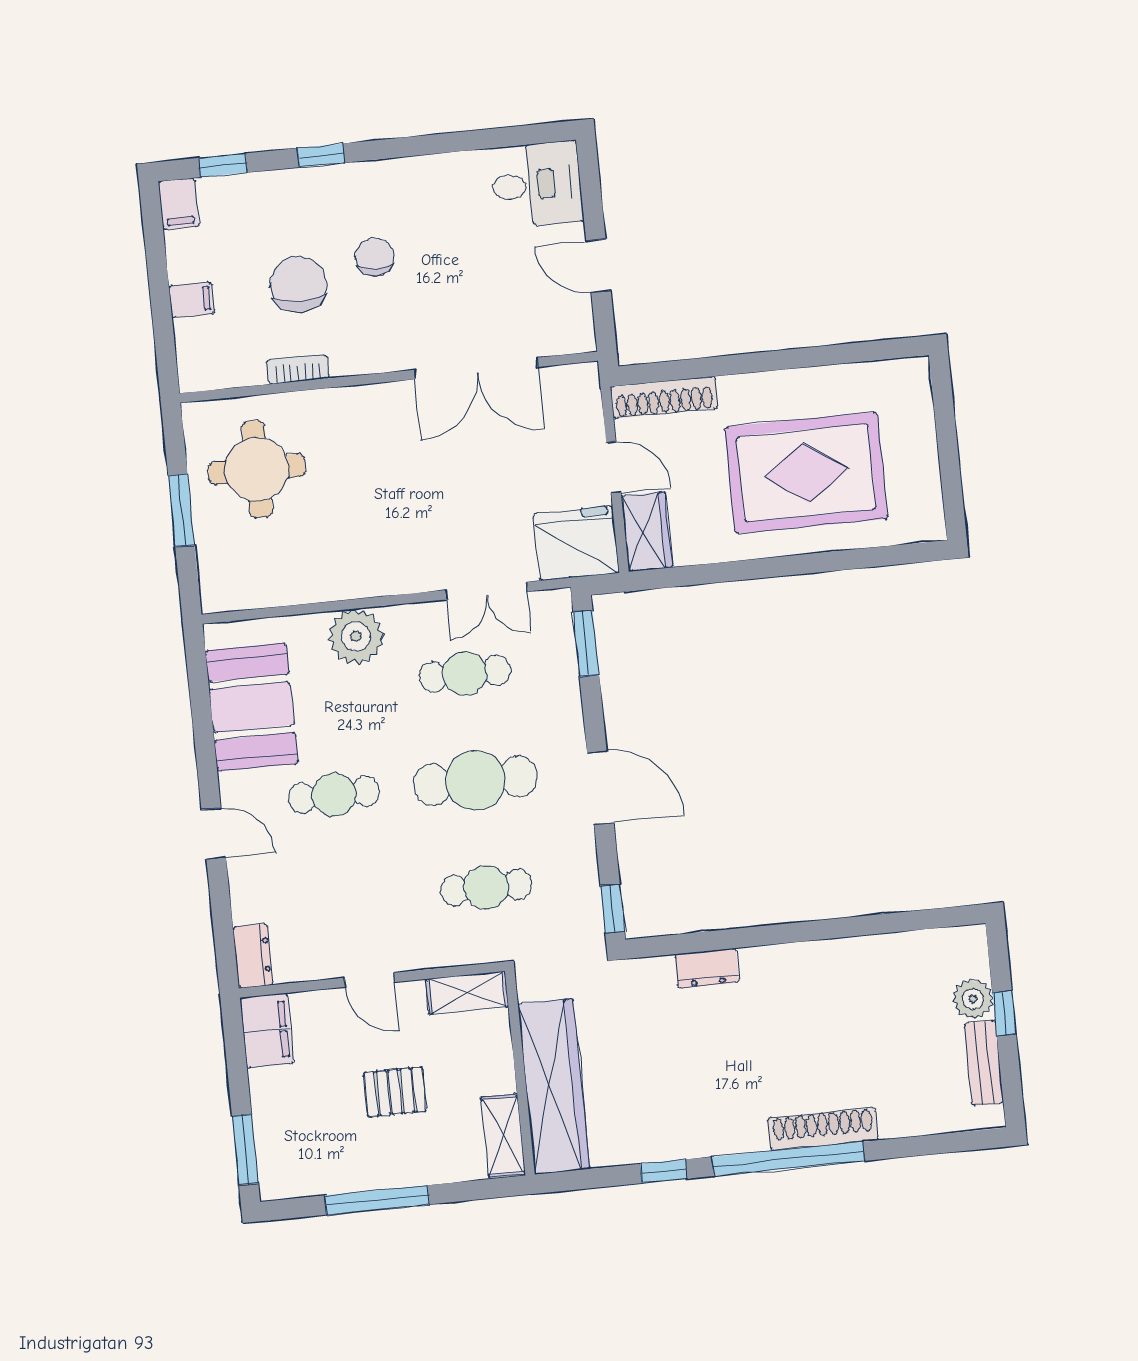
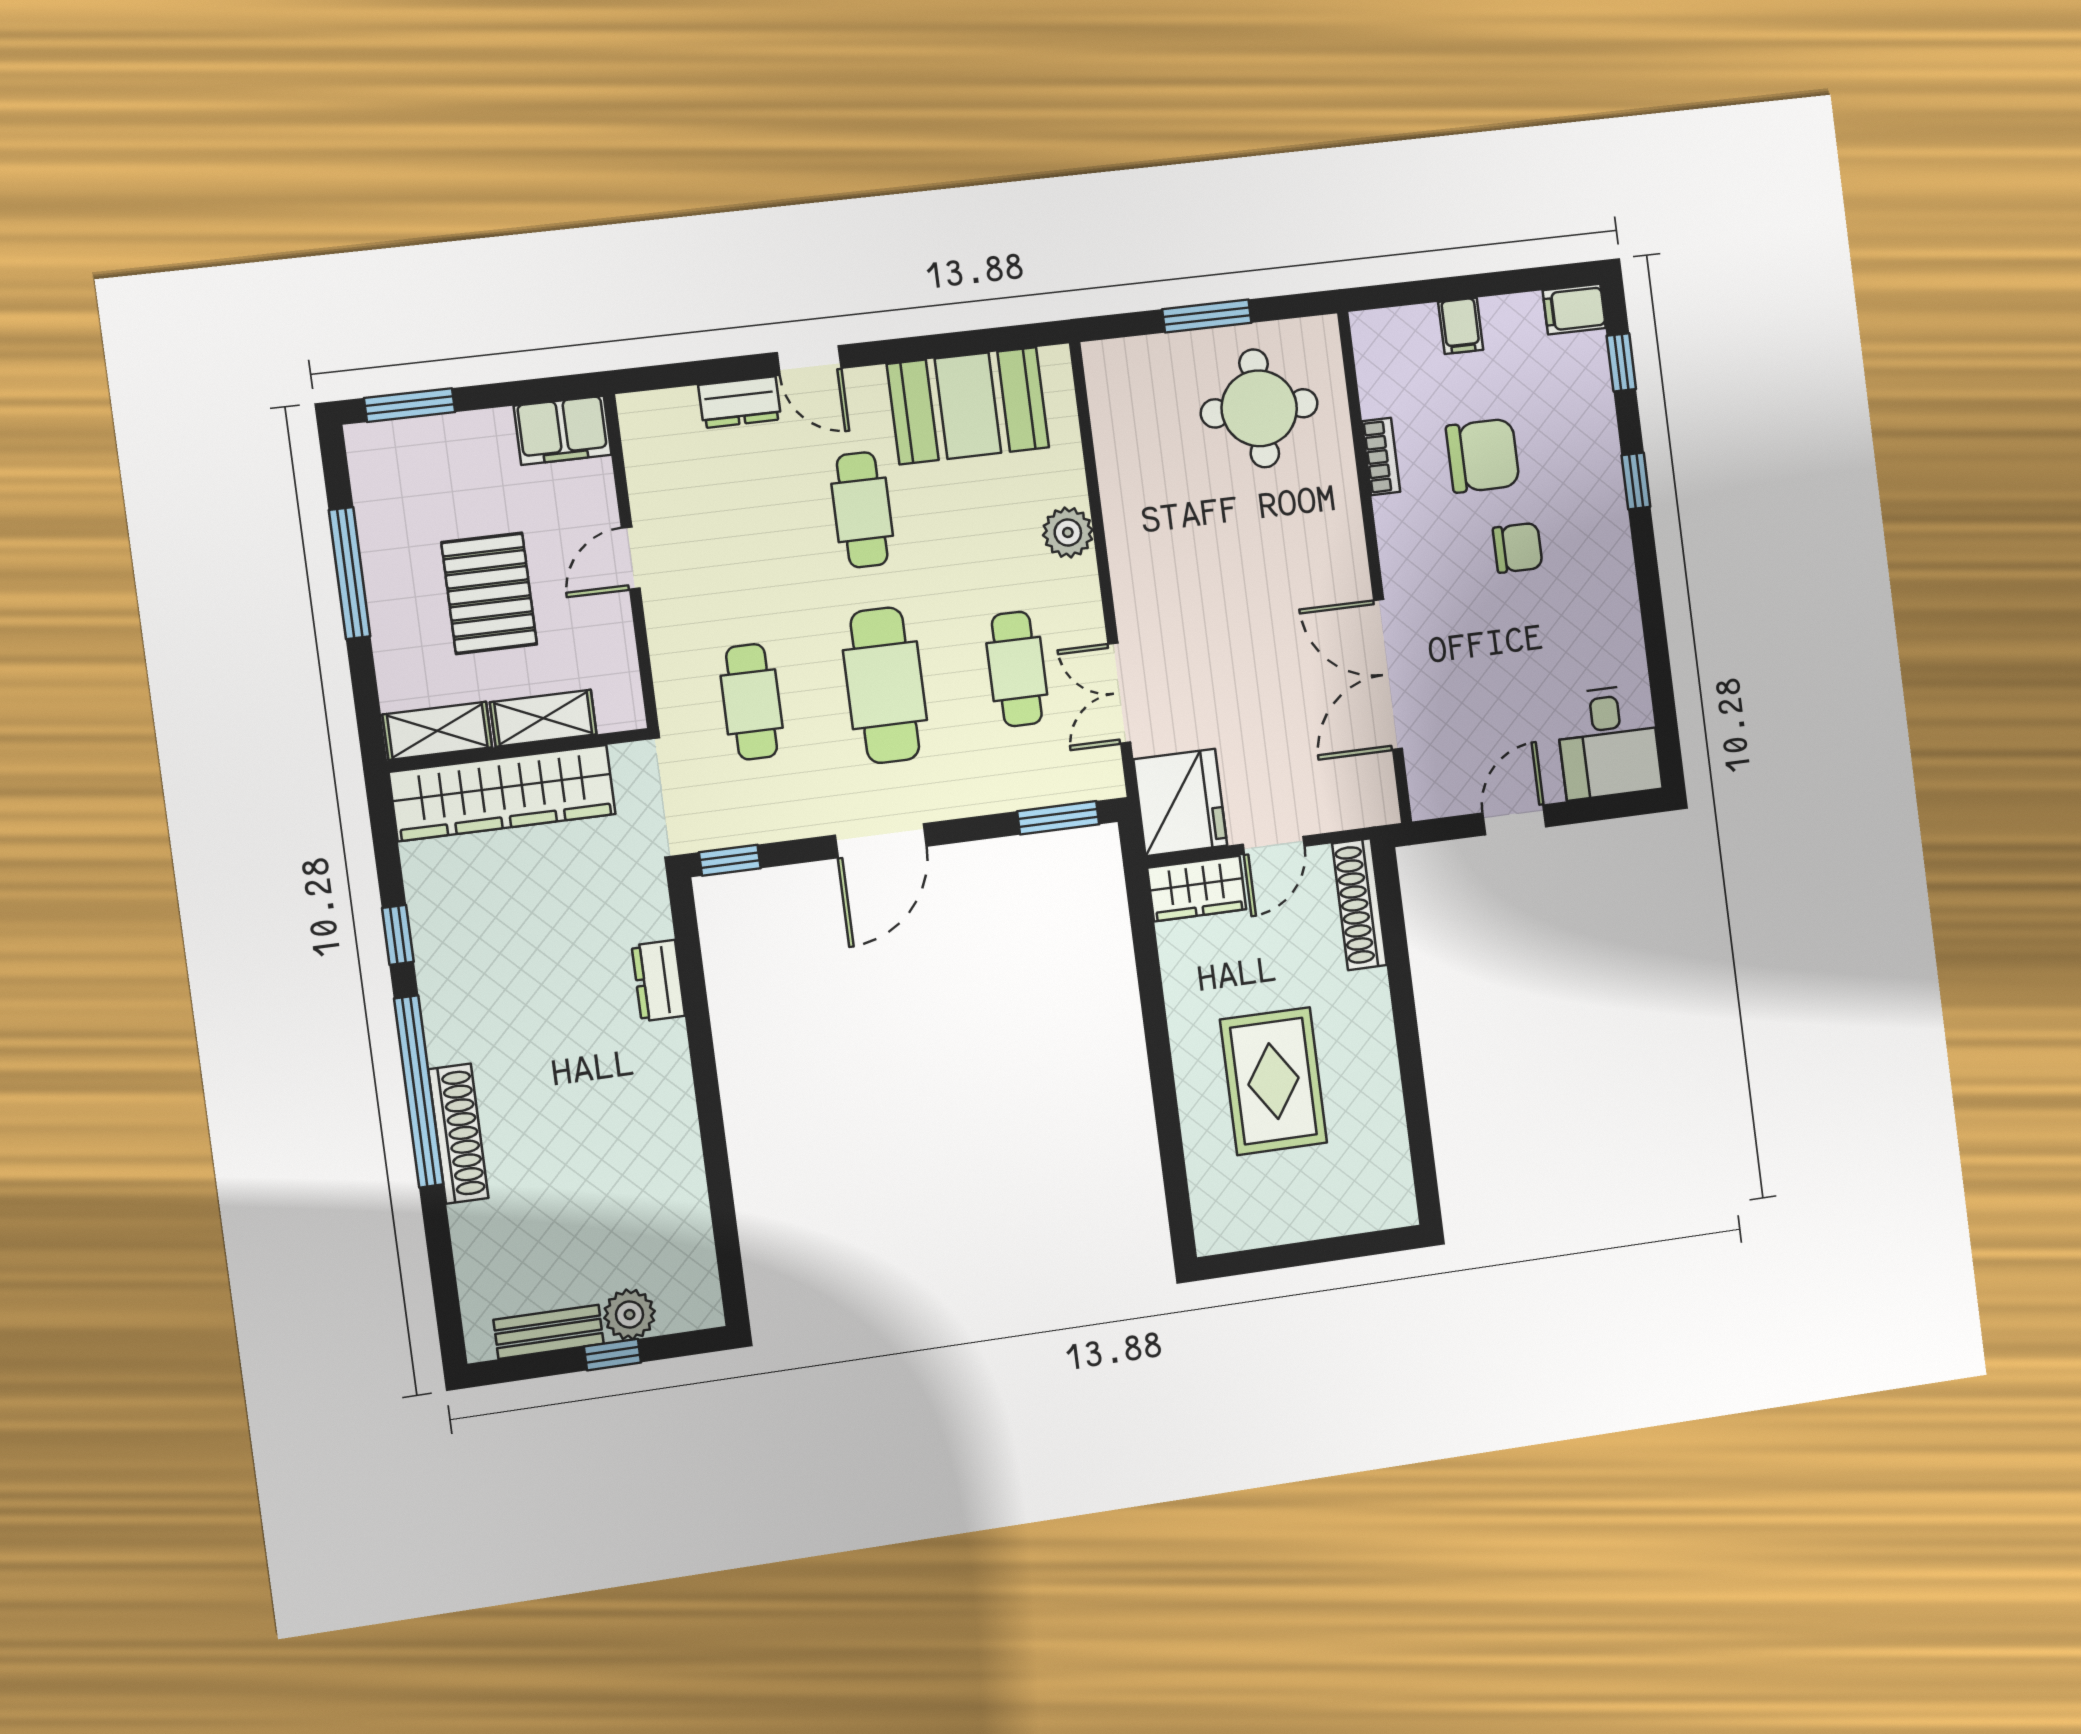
rug: (806, 473) -> (1273, 1081), width x0.73, depth x0.69
plant: (356, 636) -> (1068, 532), width x0.73, depth x0.73
door: (214, 834) -> (809, 360), hinge flipped
dresser: (253, 956) -> (740, 402), moved
shelving: (467, 993) -> (543, 718), moved, turned 90
pallet: (395, 1092) -> (489, 593), width x1.50, depth x1.42

